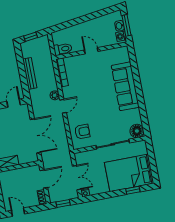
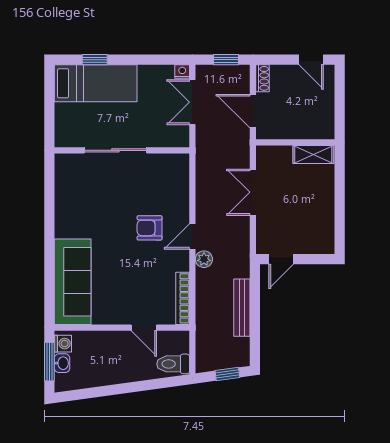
toilet: (63, 49) -> (173, 364), moved
door: (91, 51) -> (144, 328), moved
sofa: (125, 86) -> (73, 282), moved
floor lamp: (137, 131) -> (67, 166), removed
armchair: (82, 132) -> (150, 228), moved
double door: (36, 136) -> (253, 192), width x0.73
bed: (129, 173) -> (96, 83), width x0.67
door: (44, 179) -> (253, 111), hinge flipped

